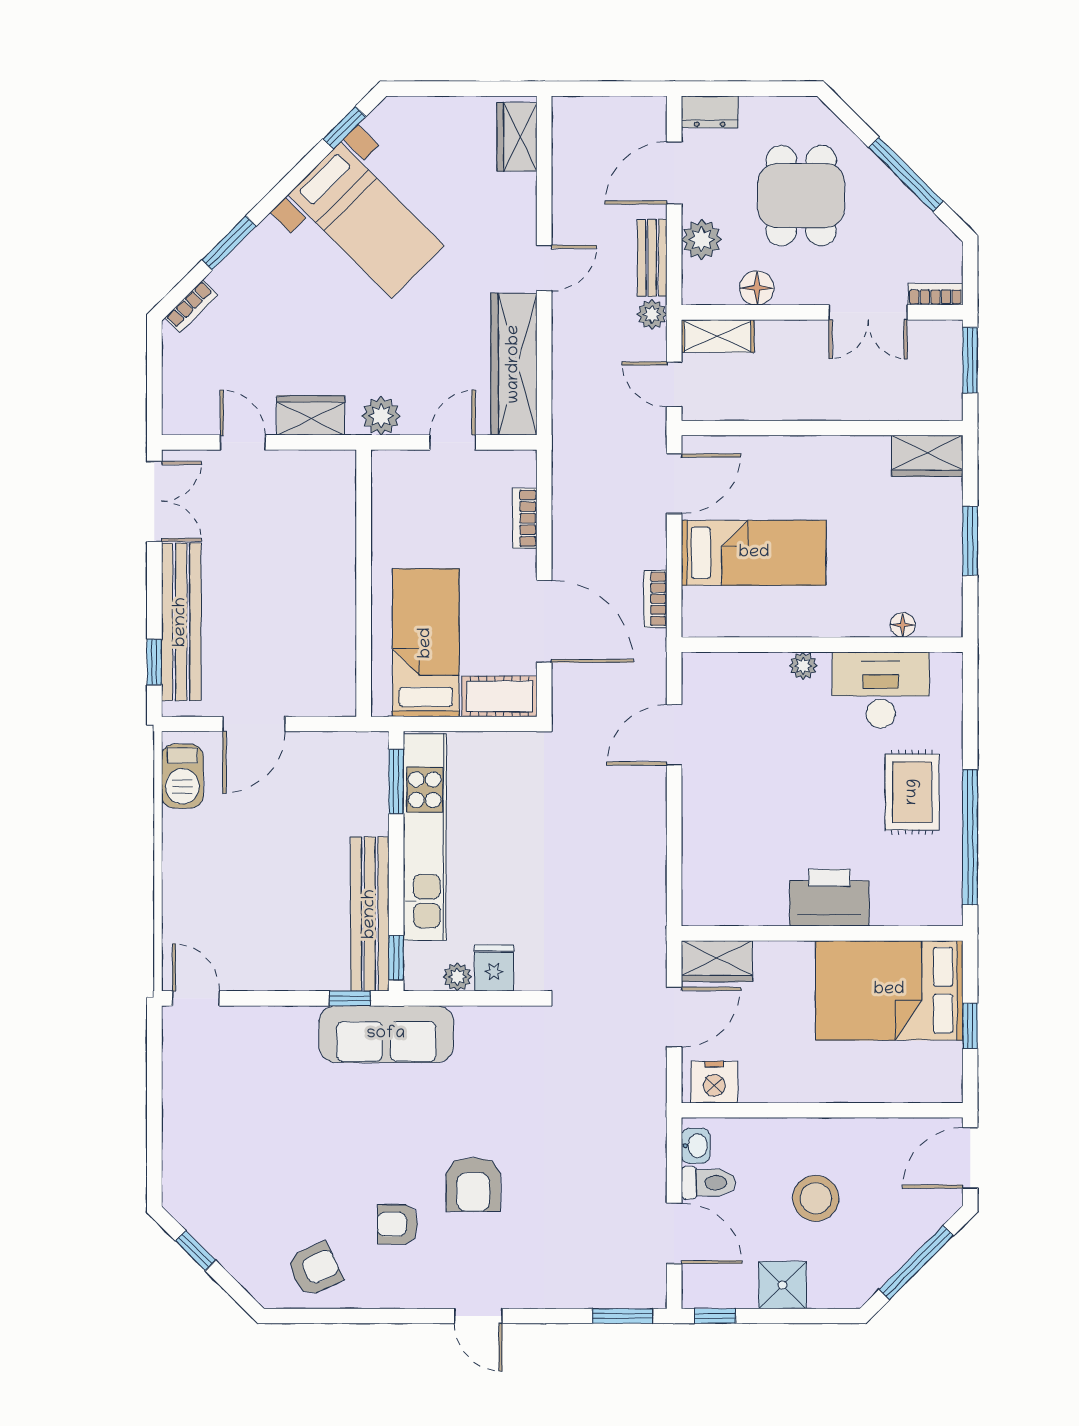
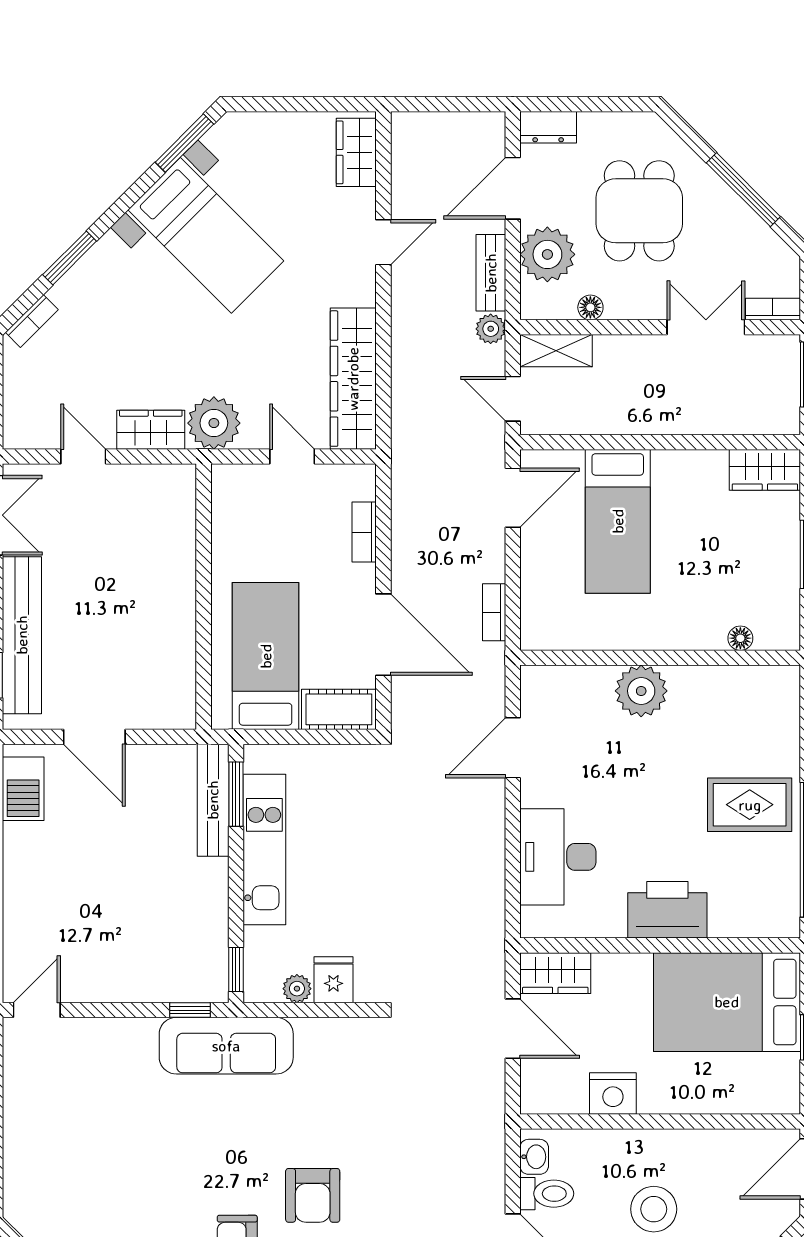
window: (344, 128) -> (184, 143), width x1.50
plant: (702, 239) -> (547, 254), width x1.36, depth x1.36
door: (544, 268) -> (383, 242), moved
floor lamp: (757, 288) -> (590, 307), width x0.73, depth x0.73
double door: (868, 312) -> (706, 327), swing flipped
plant: (381, 416) -> (214, 423), width x1.36, depth x1.36
door: (453, 442) -> (292, 457), hinge flipped
bed: (754, 553) -> (618, 521), moved, turned 90
plant: (803, 666) -> (641, 691), width x1.88, depth x1.88
desk: (881, 690) -> (558, 857), moved, turned -90
door: (254, 724) -> (94, 737), hinge flipped
rug: (912, 792) -> (750, 805), turned 90
kitchen unit: (425, 837) -> (264, 850), width x0.73
bench: (370, 914) -> (213, 800), moved, width x0.73, depth x0.82
door: (196, 998) -> (37, 1010), hinge flipped
door: (674, 1017) -> (513, 1029), hinge flipped
nightstand: (714, 1082) -> (613, 1093), moved

